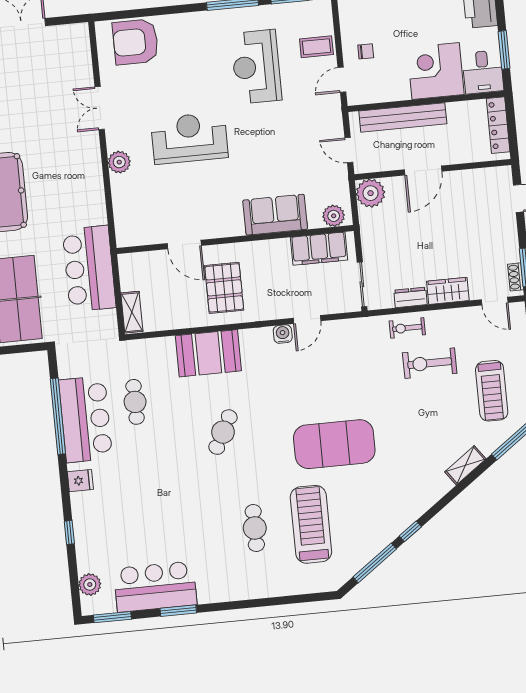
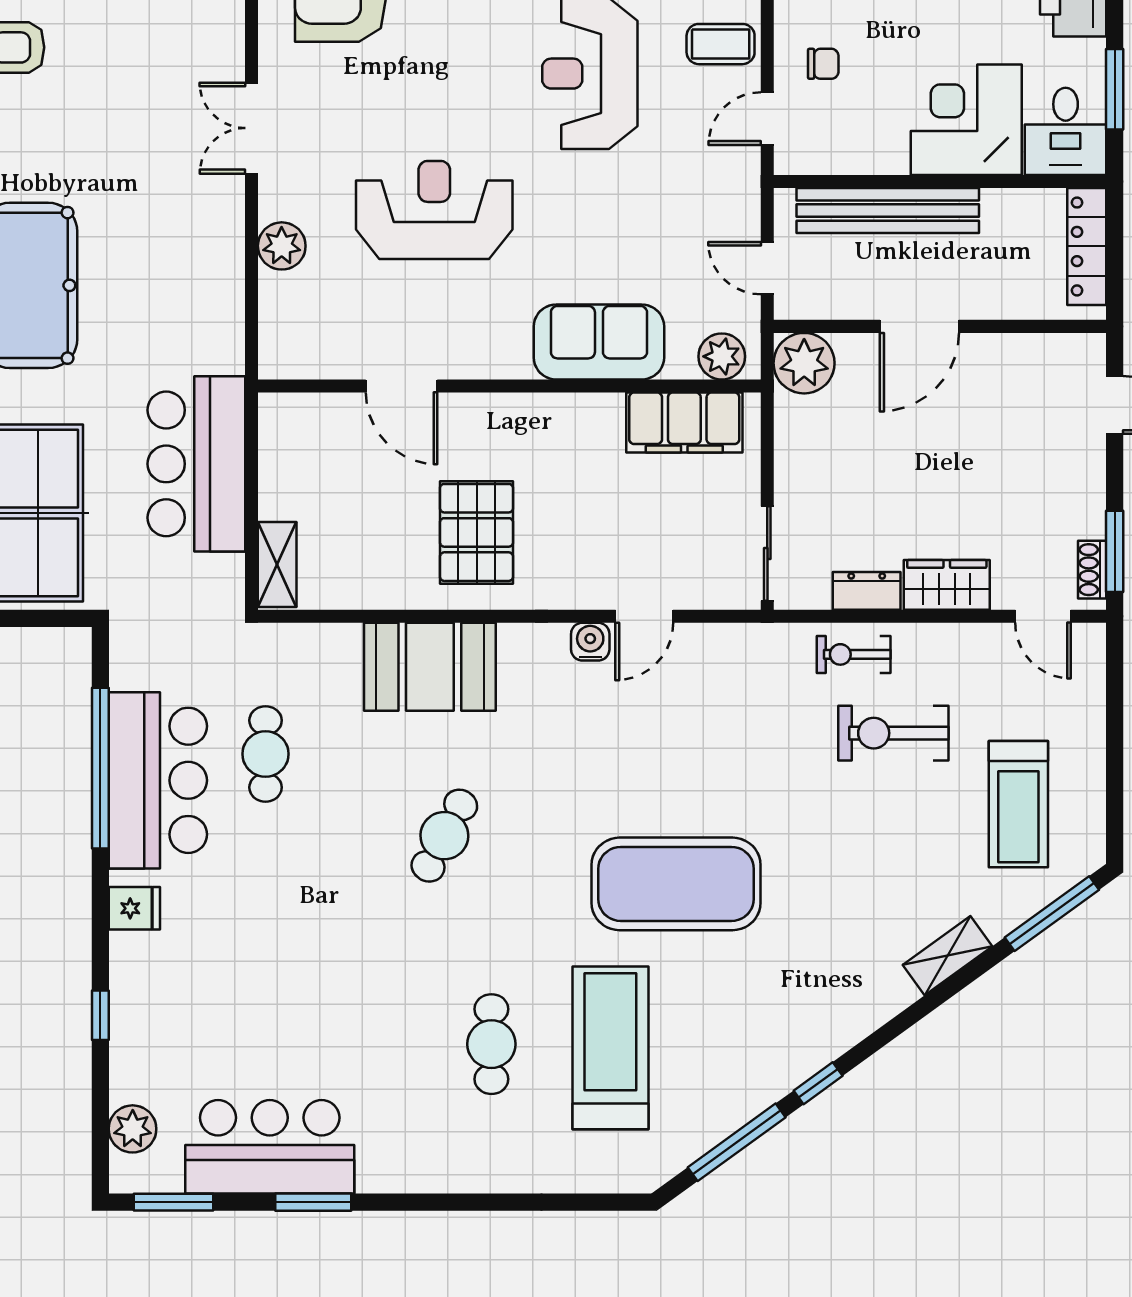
sofa: (275, 215) -> (599, 342), moved
plant: (334, 216) -> (722, 356), moved
wall: (235, 240) -> (509, 386), moved
door: (184, 245) -> (402, 386), moved
filing cabinet: (319, 249) -> (684, 423), moved

